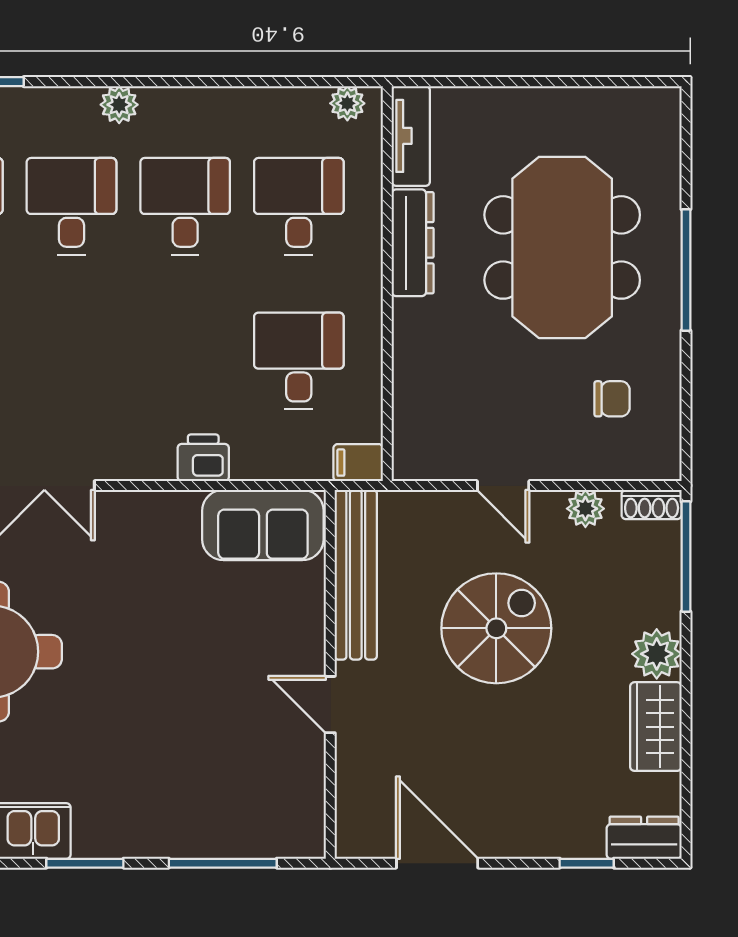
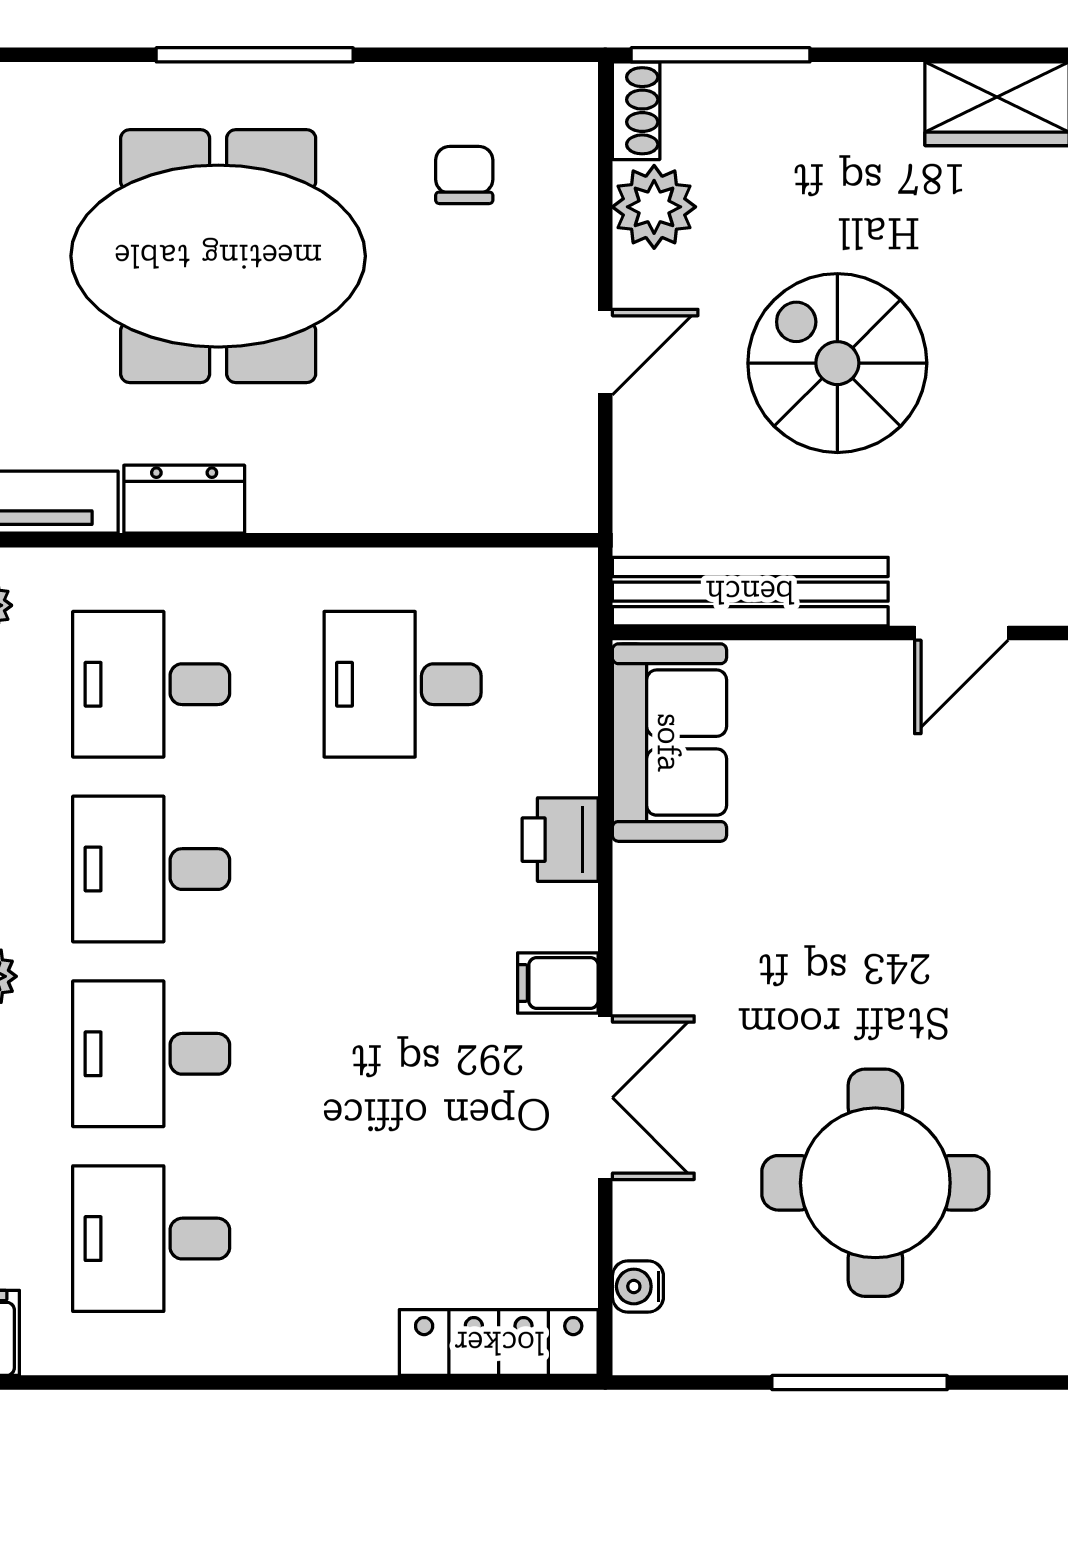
dresser: (413, 243) -> (184, 499), width x0.70
filing cabinet: (358, 463) -> (558, 983), moved, turned 90
plant: (585, 509) -> (654, 207), width x1.38, depth x1.38
plant: (657, 654) -> (879, 102), removed

